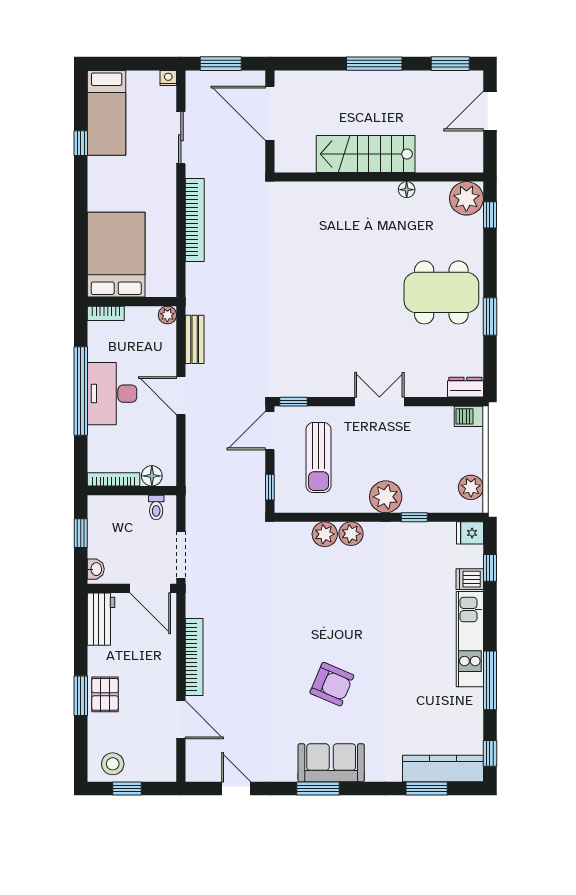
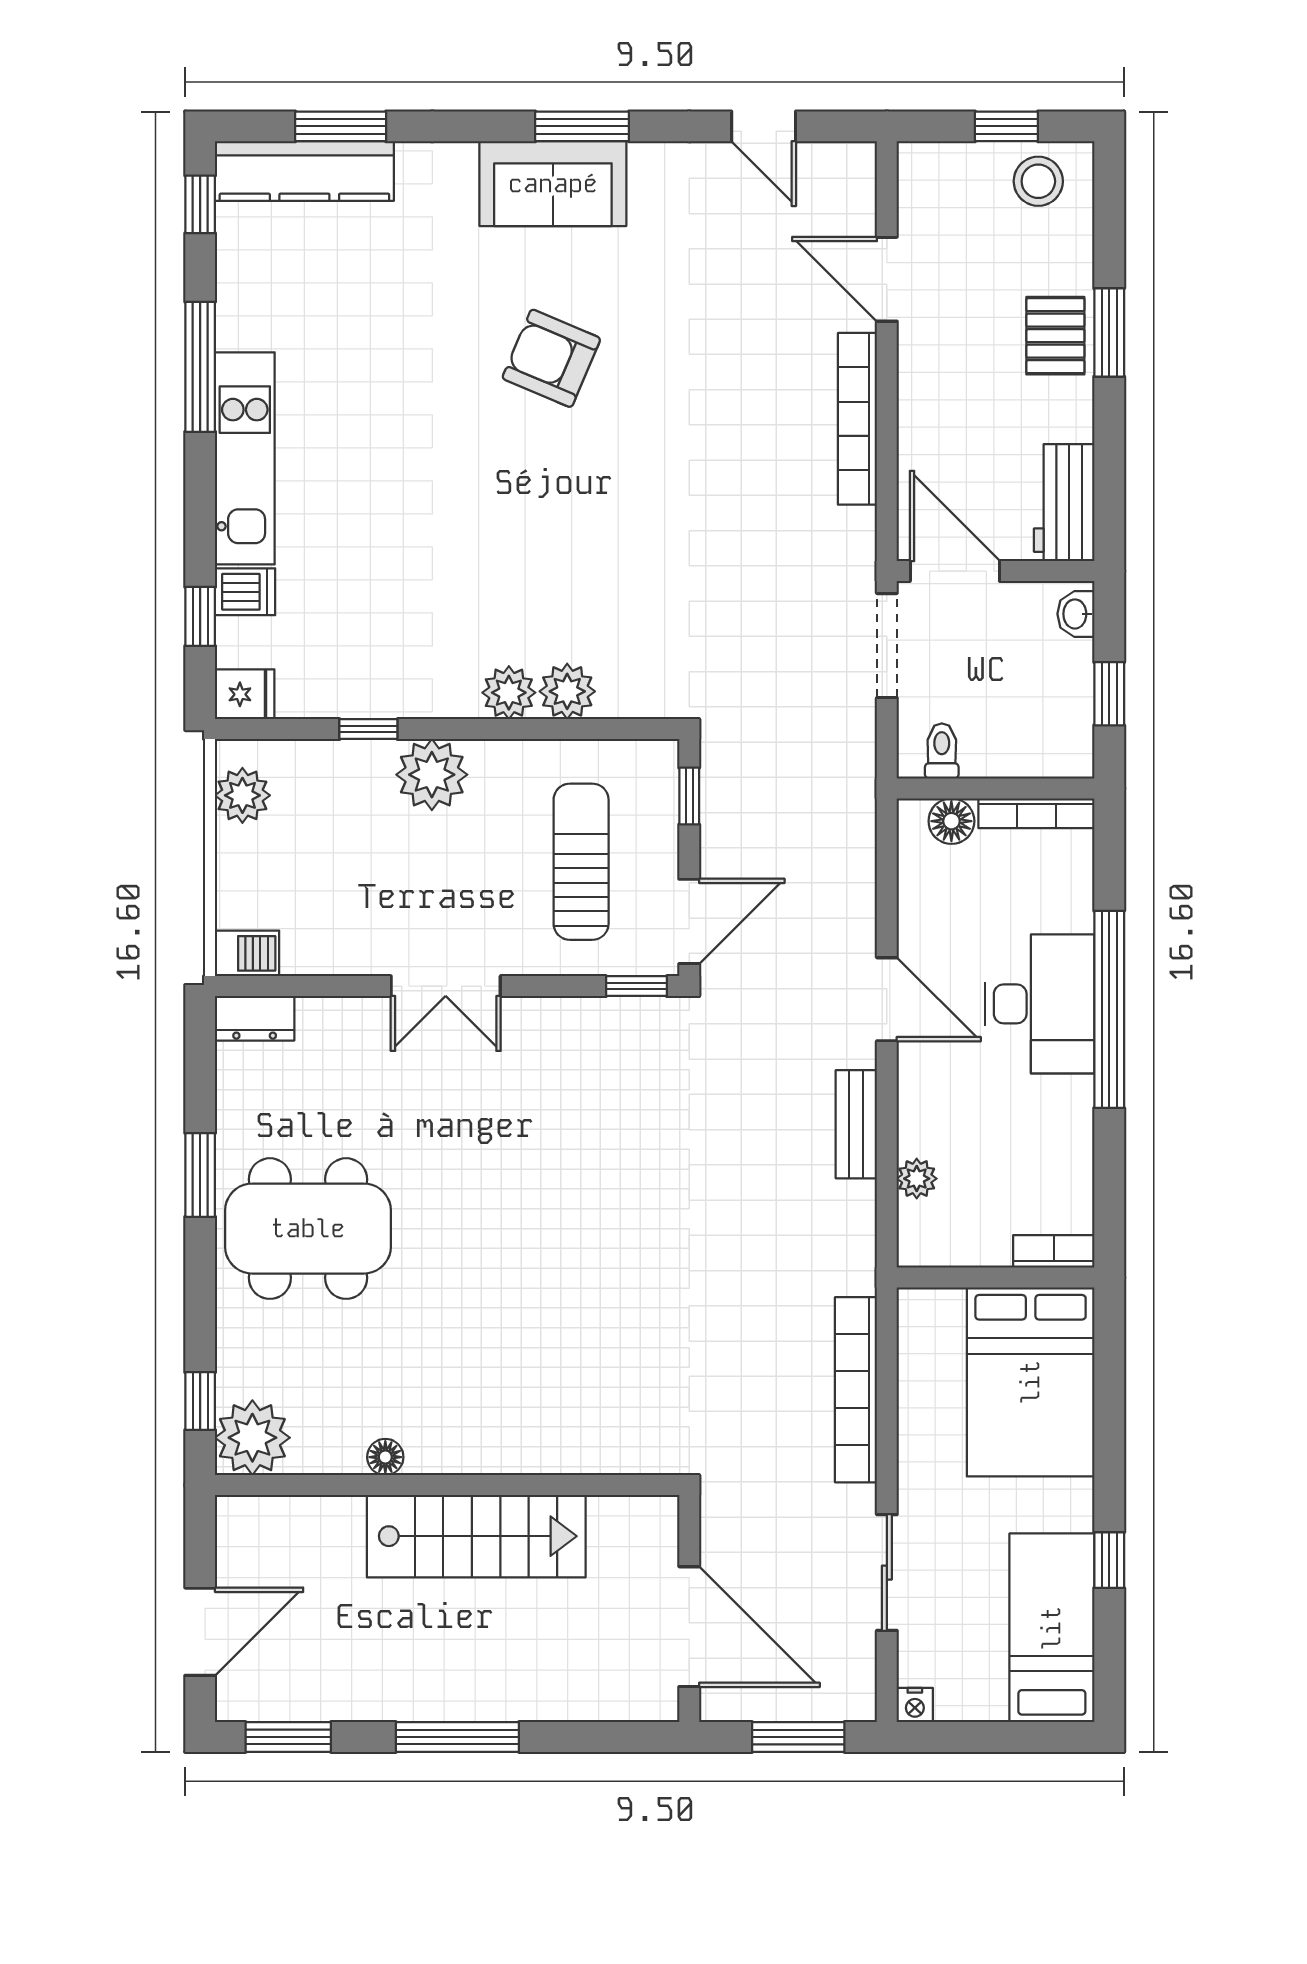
bed: (116, 255) -> (1031, 1382), moved
wall: (132, 302) -> (996, 1278), moved
bookcase: (106, 313) -> (1054, 1251), moved

